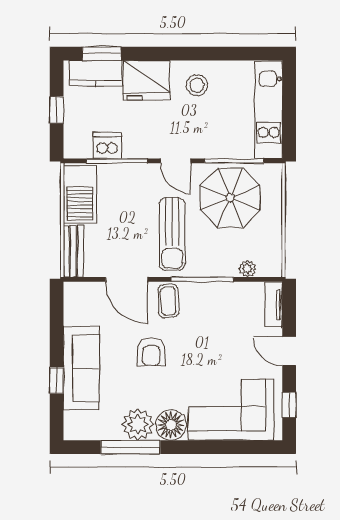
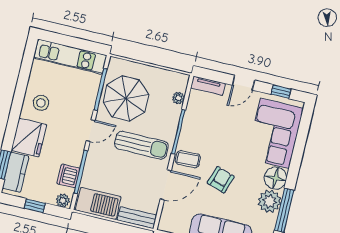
plant: (73, 146) -> (63, 200), added
armchair: (151, 352) -> (221, 180), turned -72

